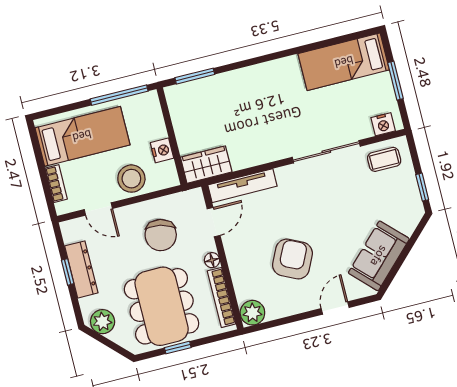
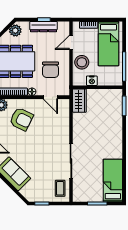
nightstand: (383, 124) -> (77, 192), removed
tv unit: (242, 186) -> (65, 116), removed
chair: (161, 235) -> (51, 70), turned -102
armchair: (292, 259) -> (21, 119), moved

